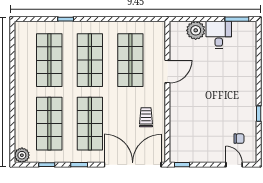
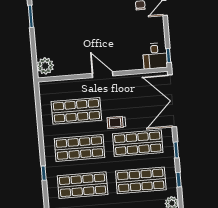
plant: (196, 30) -> (45, 66), moved
desk: (219, 35) -> (155, 56), moved, turned -90
door: (167, 72) -> (103, 75), moved
trolley: (146, 117) -> (116, 122), moved

